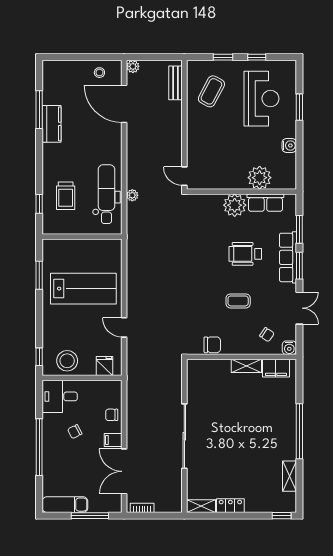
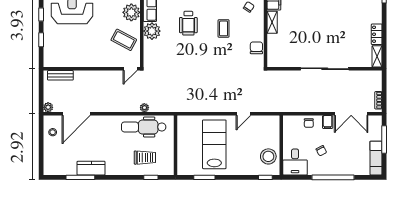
coffee table: (211, 91) -> (124, 40), moved
fridge: (105, 366) -> (272, 128), removed

